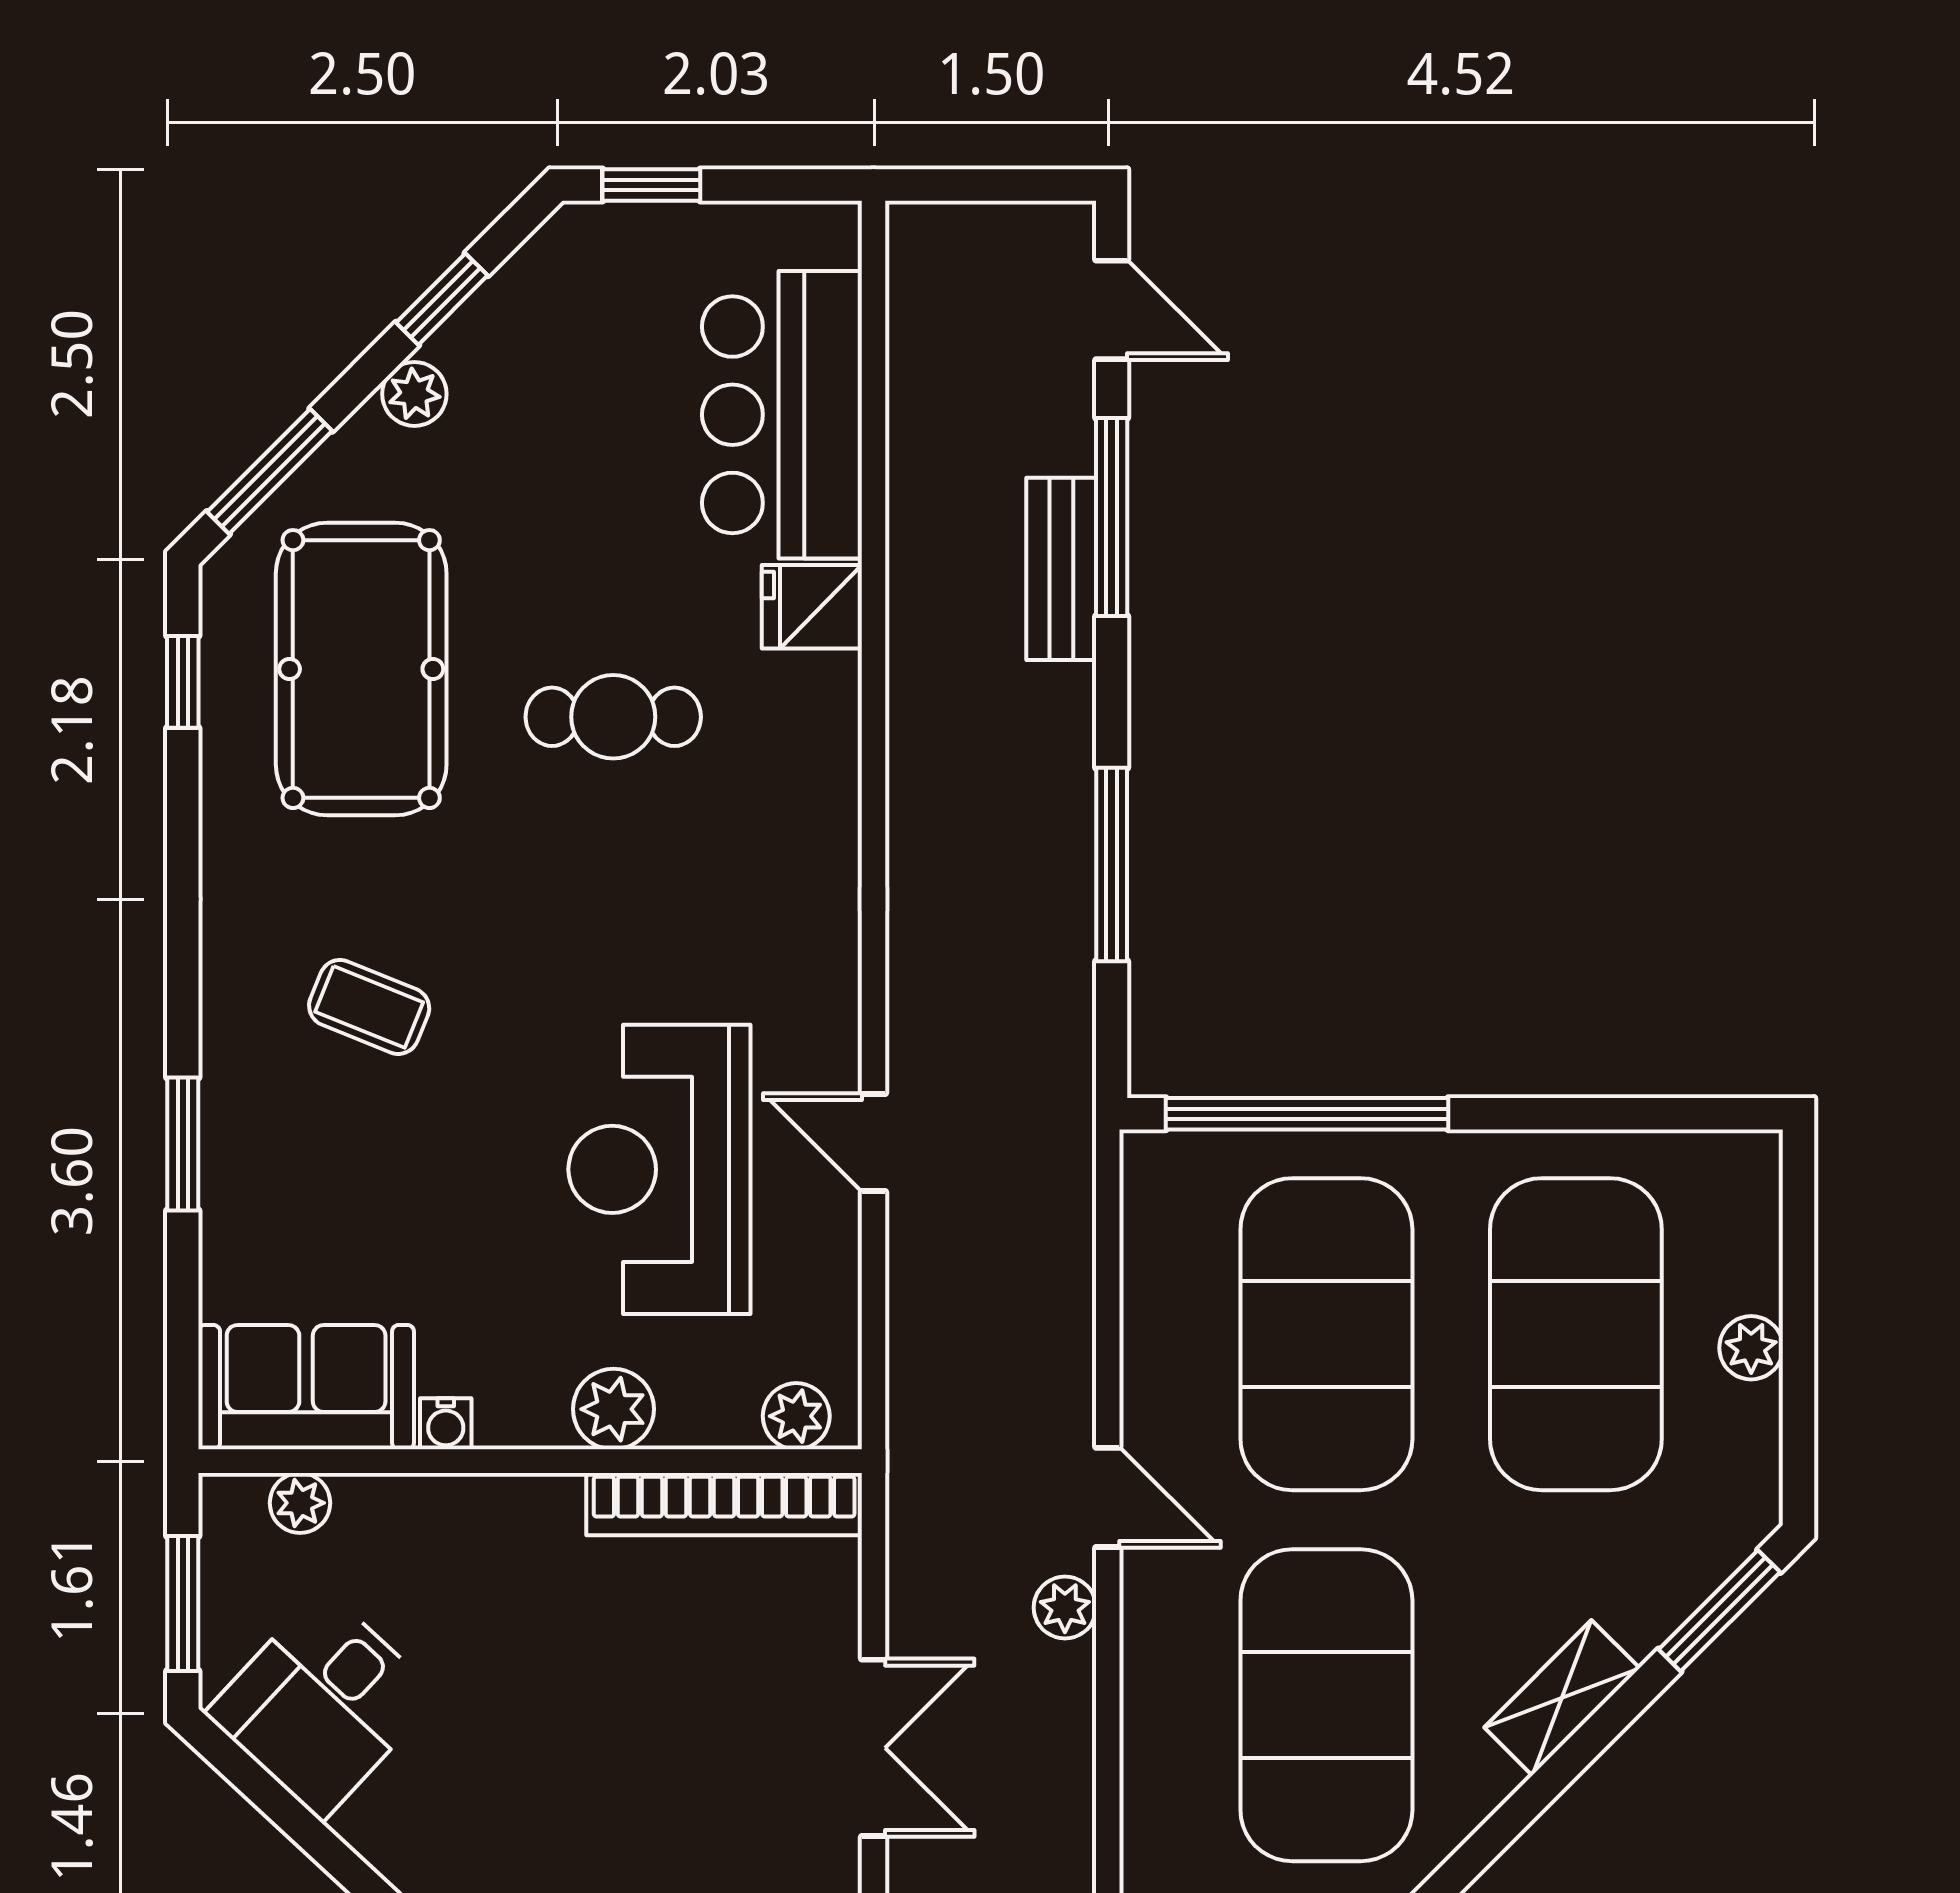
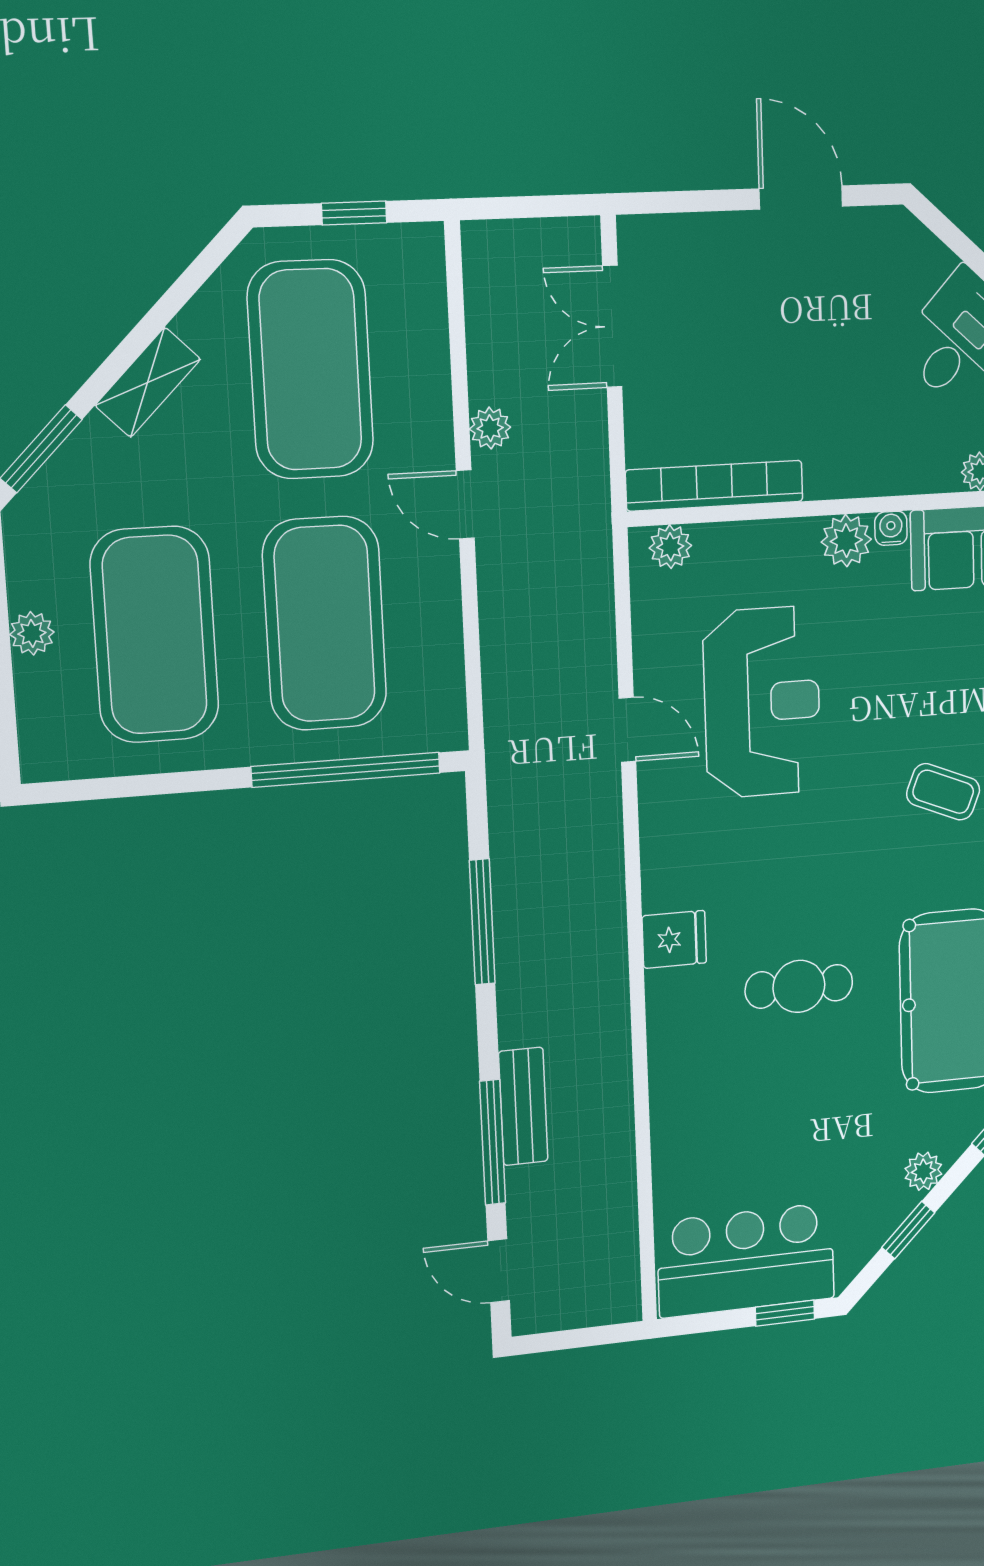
bar counter: (782, 415) -> (746, 1260), moved, turned -90
fridge: (812, 607) -> (674, 939), moved
plant: (613, 1409) -> (846, 541), moved

